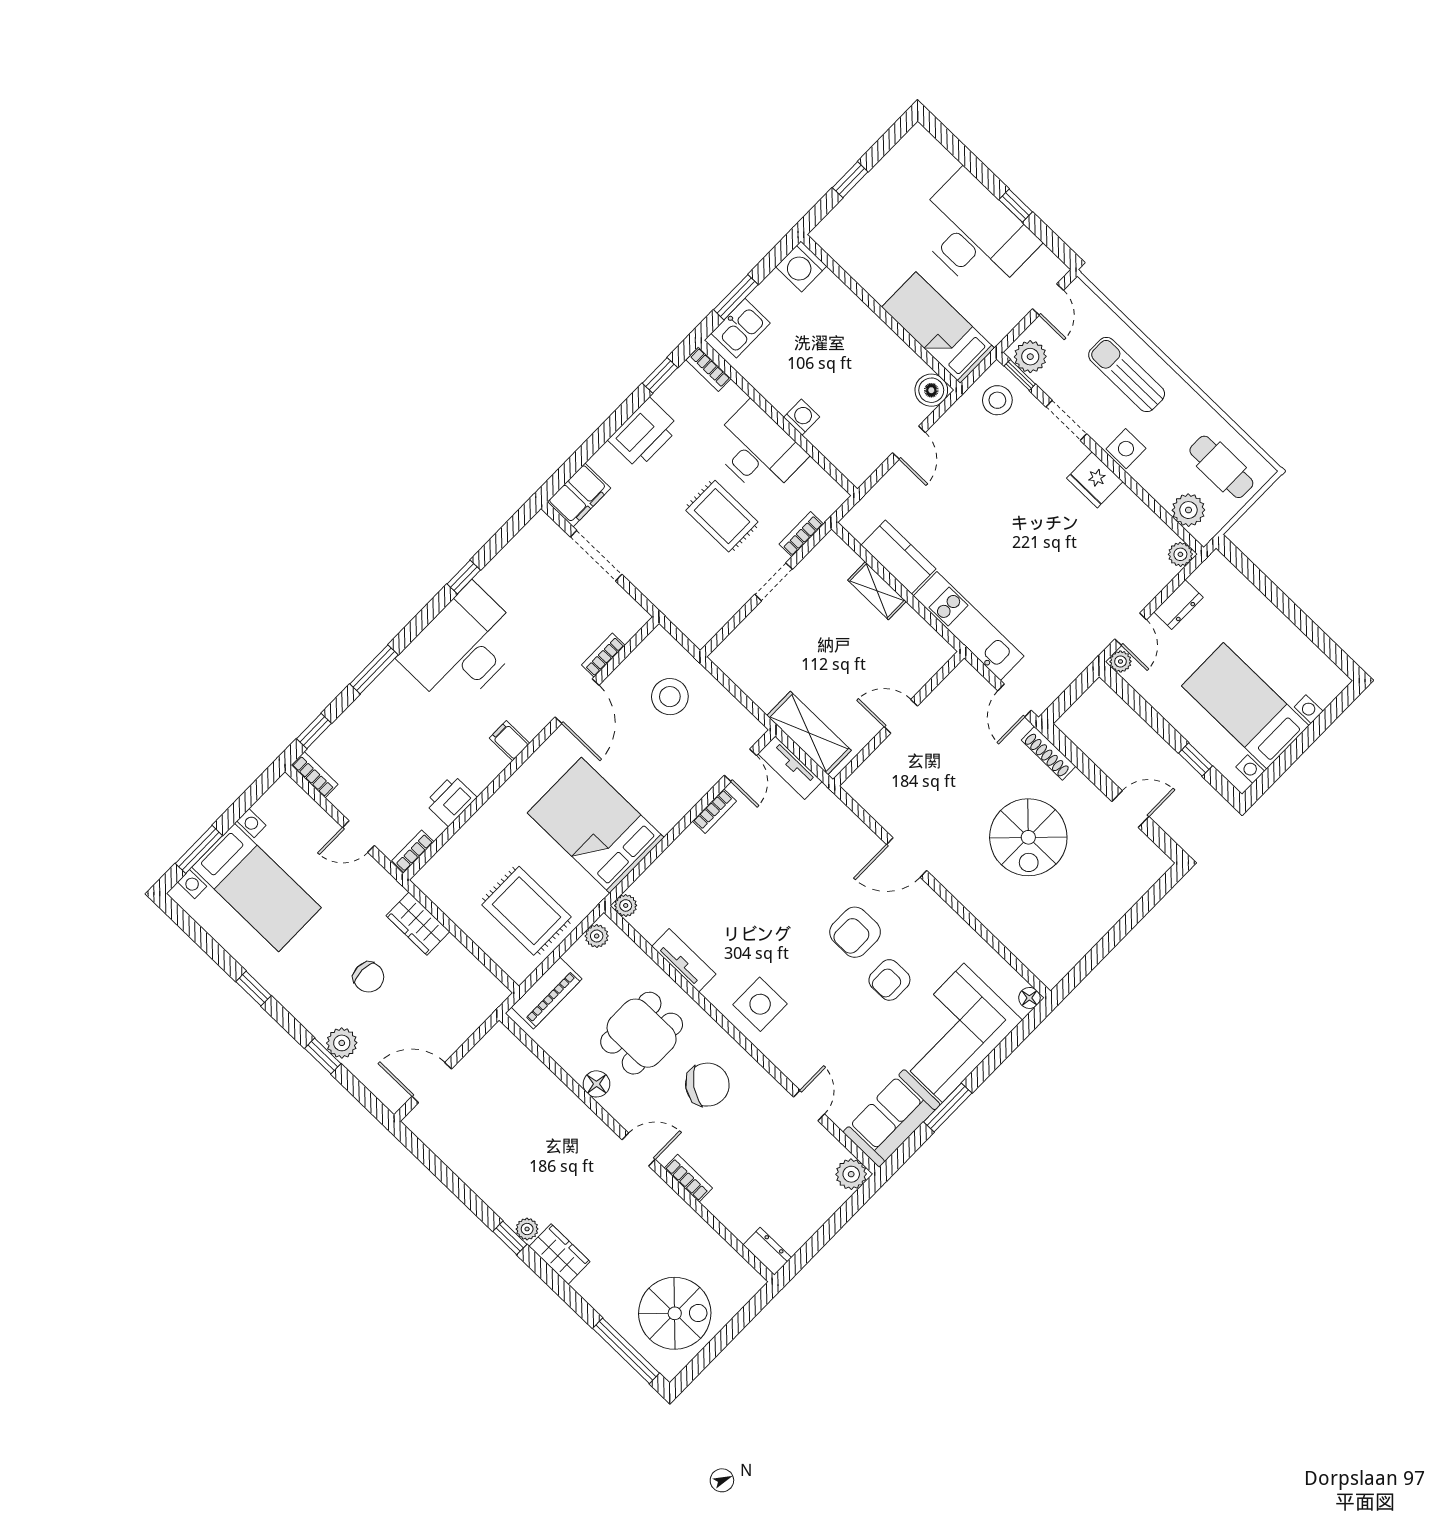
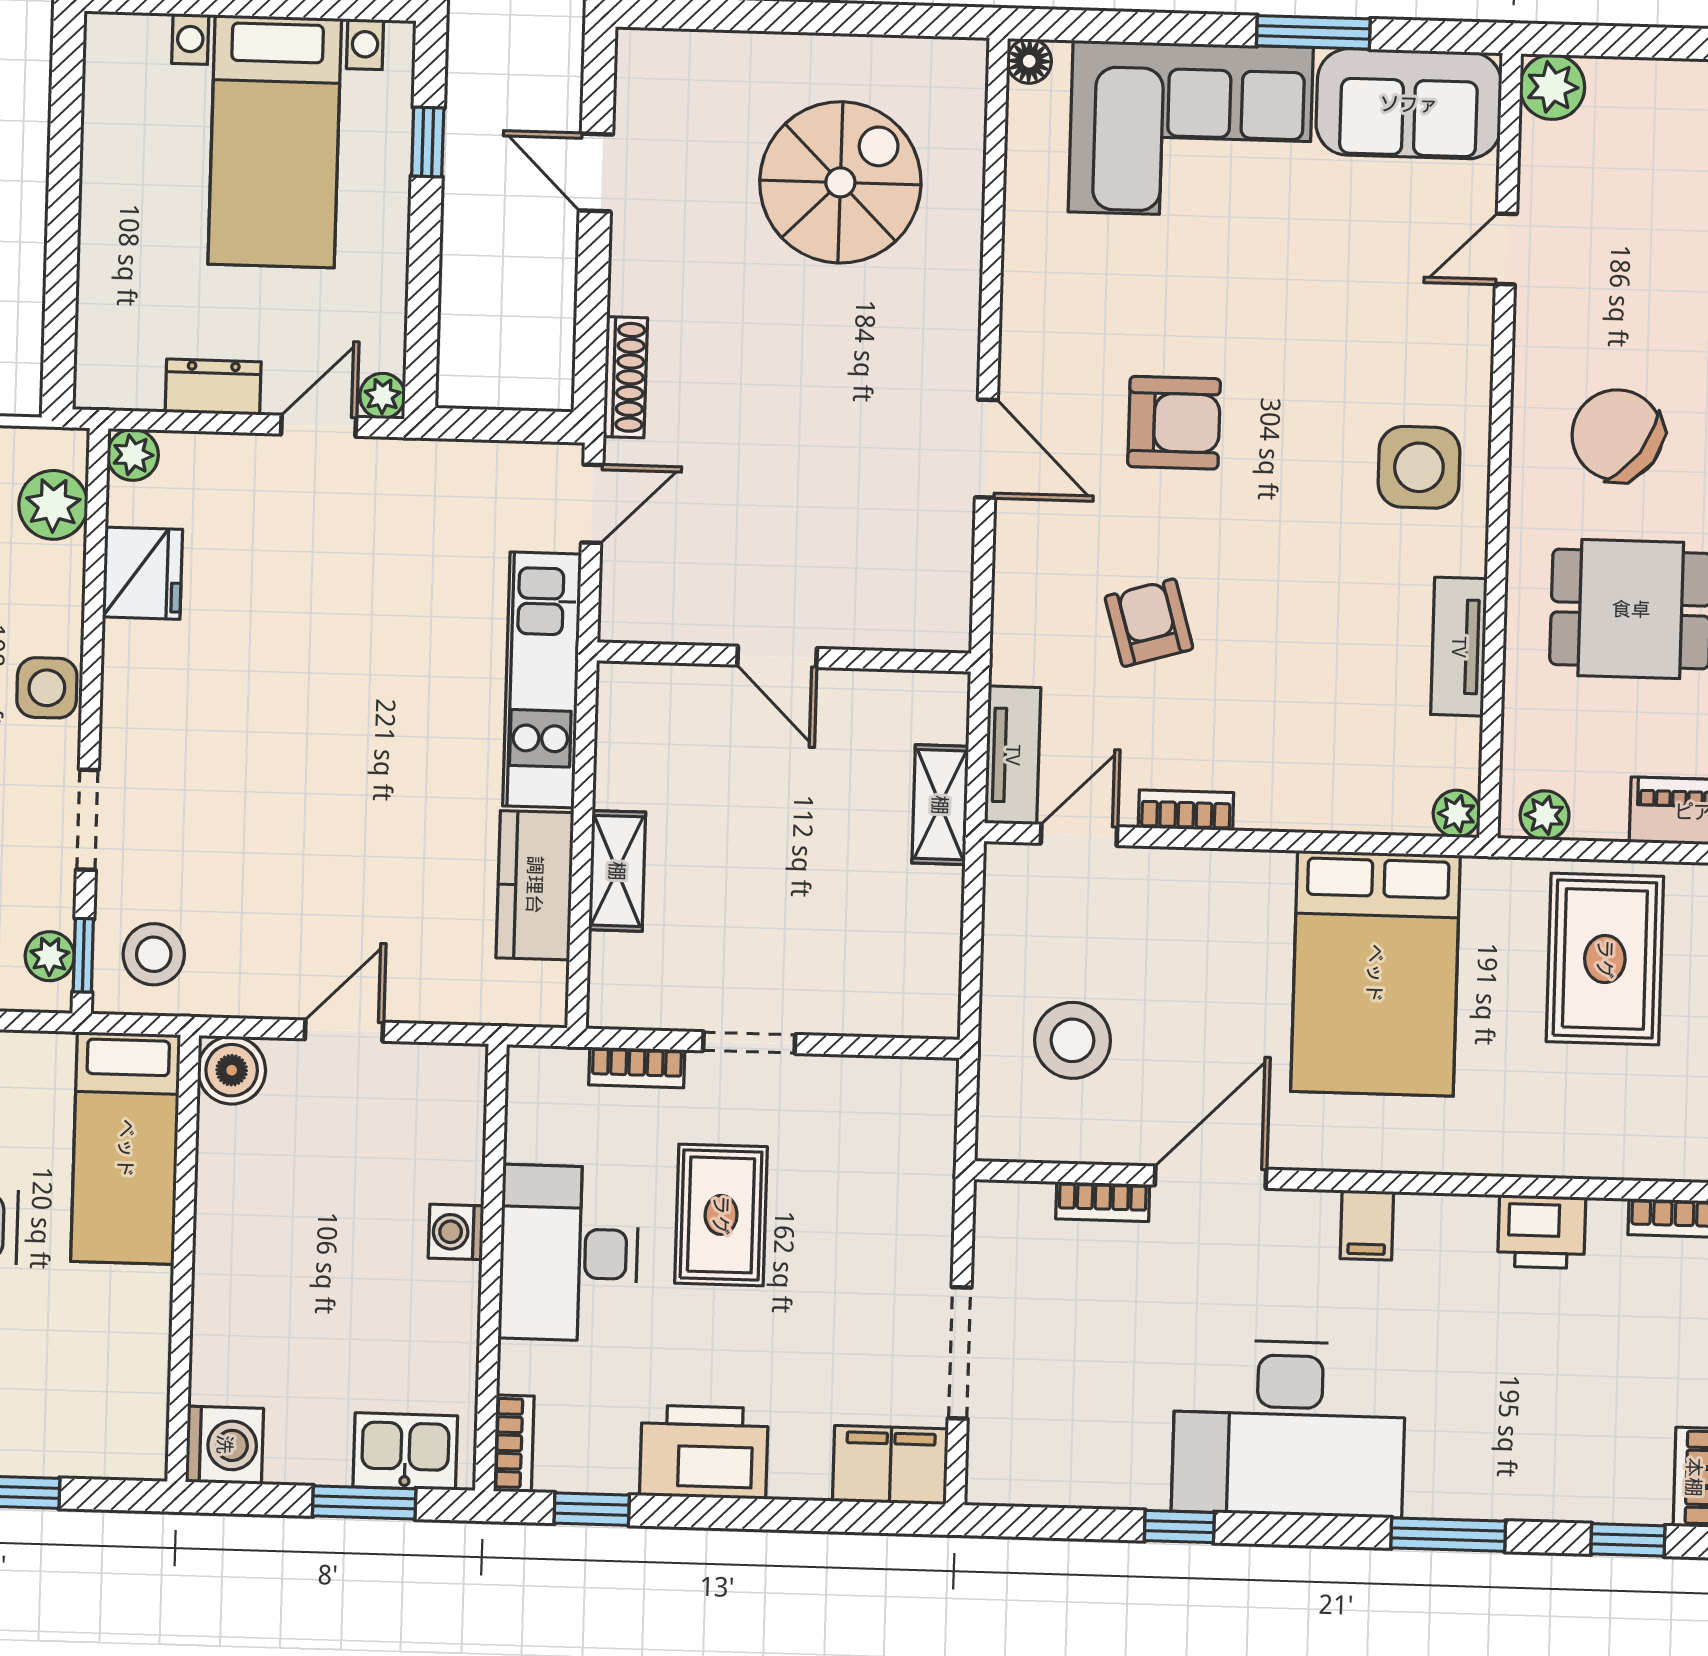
plant: (1030, 357) -> (50, 956), width x0.73, depth x0.73
fridge: (1095, 480) -> (143, 573), moved
shelving: (809, 733) -> (940, 805), width x0.67, depth x0.75
spiral stairs: (1028, 837) -> (840, 182), moved
armchair: (889, 980) -> (1149, 623), moved, turned -106

